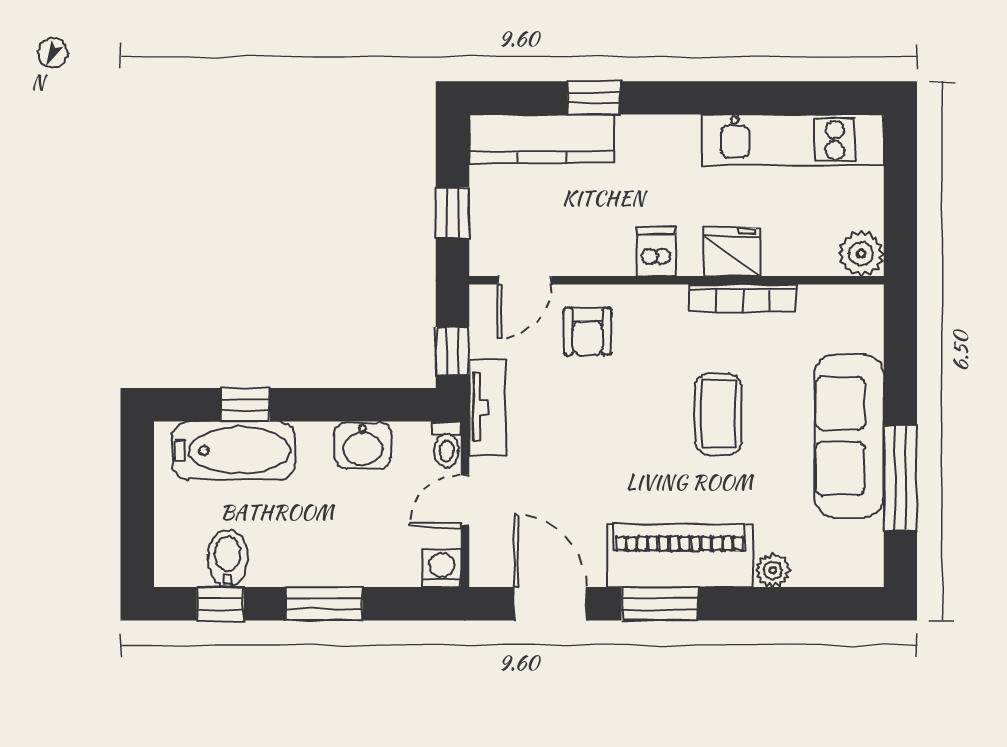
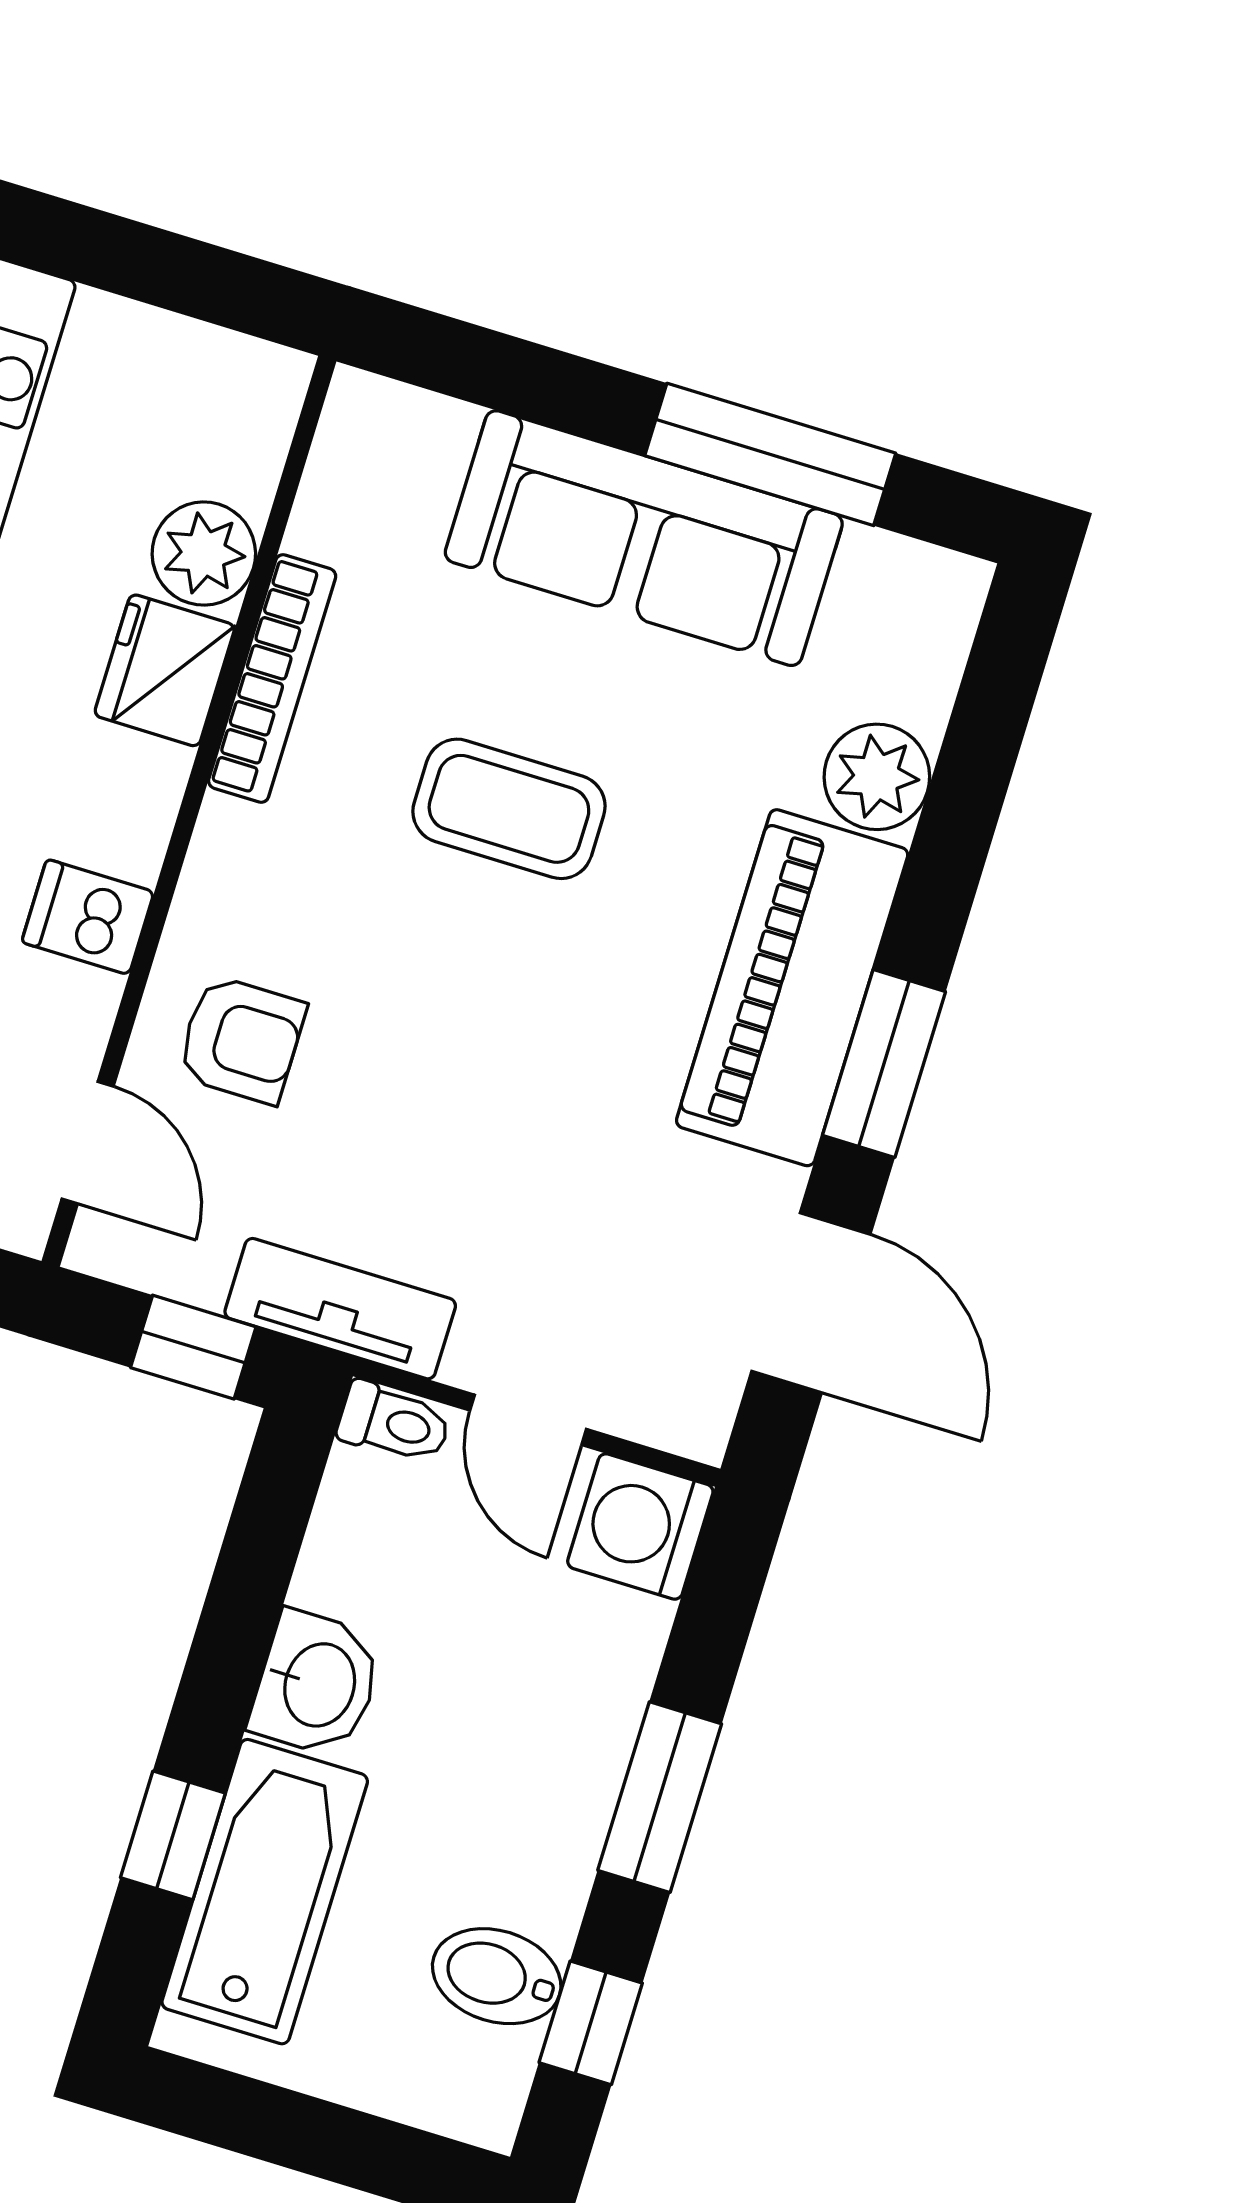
dishwasher: (657, 252) -> (88, 917), moved
plant: (861, 254) -> (204, 554), moved
washbasin: (363, 446) -> (317, 1684), moved
washing machine: (442, 568) -> (640, 1527), width x1.38, depth x1.38
plant: (773, 570) -> (877, 777), width x1.38, depth x1.38
door: (550, 604) -> (811, 1303), swing flipped

